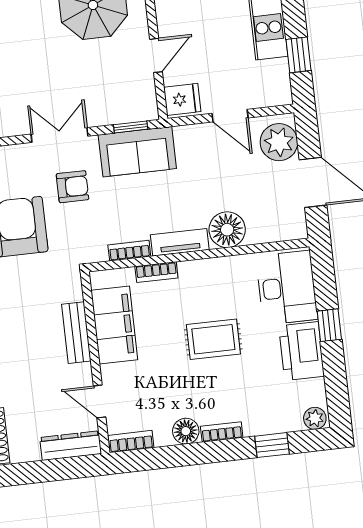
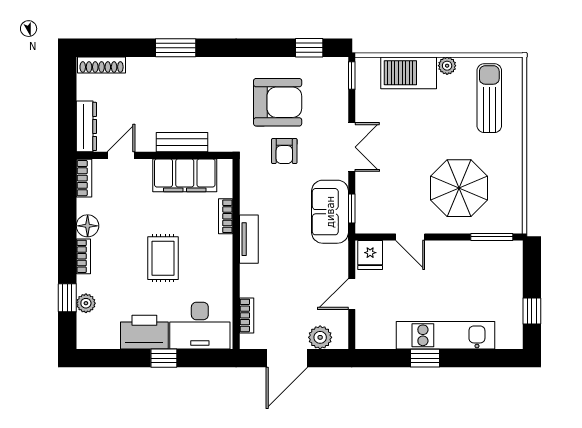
window: (298, 55) -> (425, 358), moved
plant: (279, 142) -> (320, 337), width x0.73, depth x0.73
armchair: (72, 187) -> (284, 151), moved
floor lamp: (227, 230) -> (255, 281), removed
bookcase: (129, 251) -> (247, 315), moved
plant: (315, 418) -> (86, 303), moved

